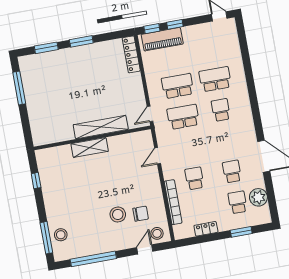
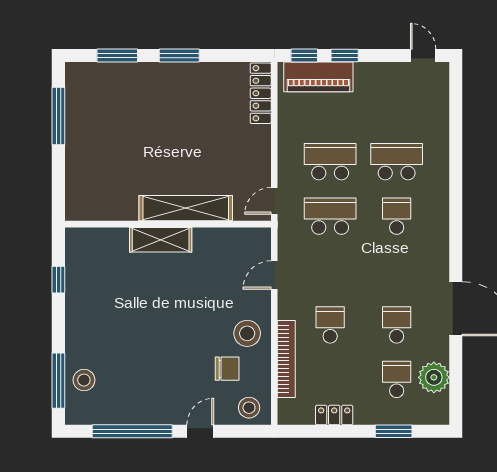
stool: (118, 214) -> (247, 333), moved
door: (145, 249) -> (200, 431), moved

